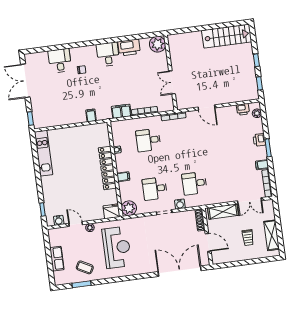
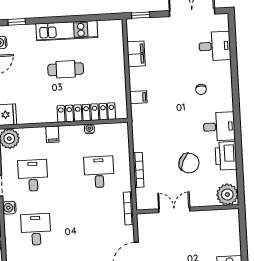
desk: (60, 61) -> (215, 46), moved
chair: (137, 74) -> (189, 163), added
filing cabinet: (121, 111) -> (136, 54), moved
kitchen unit: (44, 153) -> (67, 31), moved
locker: (107, 168) -> (86, 113), moved
cafe table: (75, 171) -> (66, 69), added

